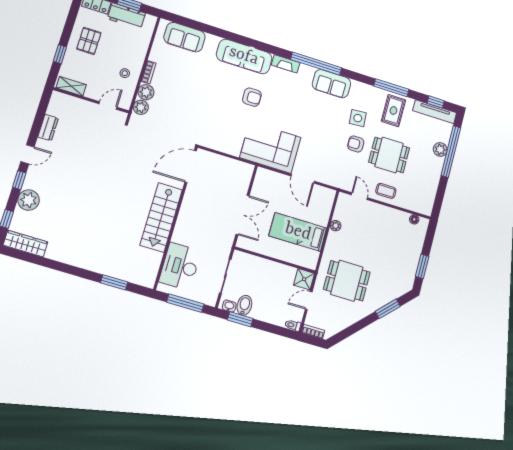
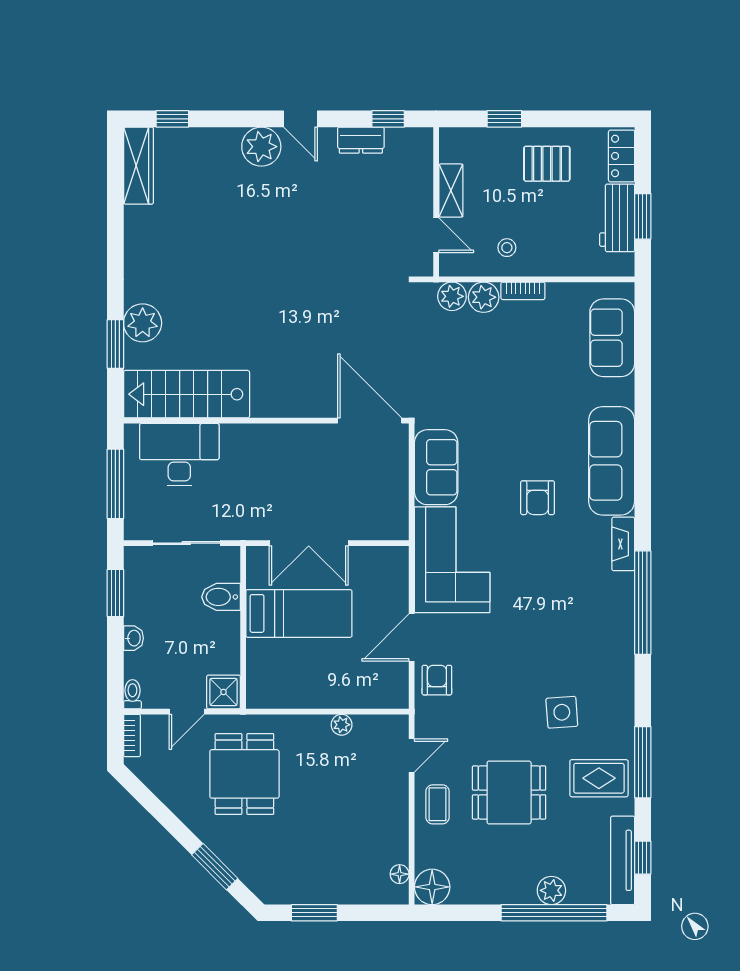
sofa: (331, 84) -> (436, 467), moved, turned 180
shelving: (71, 86) -> (451, 191), moved
armchair: (356, 144) -> (437, 680), moved
dining table: (389, 155) -> (509, 792), turned 90
window: (19, 180) -> (388, 119), moved
plant: (29, 200) -> (261, 147), moved
floor lamp: (424, 206) -> (432, 887), added
stairs: (161, 217) -> (187, 394), moved
bed: (298, 232) -> (299, 613), moved, turned 90
plant: (107, 265) -> (143, 323), added
door: (309, 300) -> (187, 712), swing flipped
bidet: (244, 305) -> (221, 597), moved, turned 180
washbasin: (229, 306) -> (133, 638), moved

